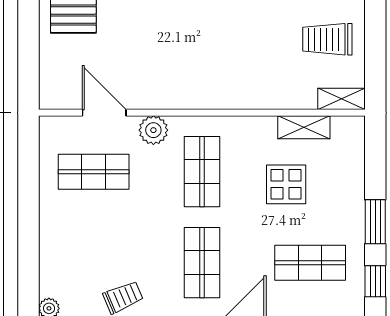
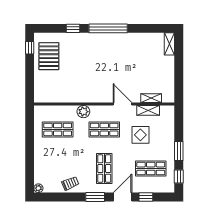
trolley: (327, 39) -> (158, 72), removed
shelving: (342, 99) -> (151, 98), moved
door: (104, 113) -> (123, 104), moved
shop shelf: (202, 172) -> (104, 129), turned 90

